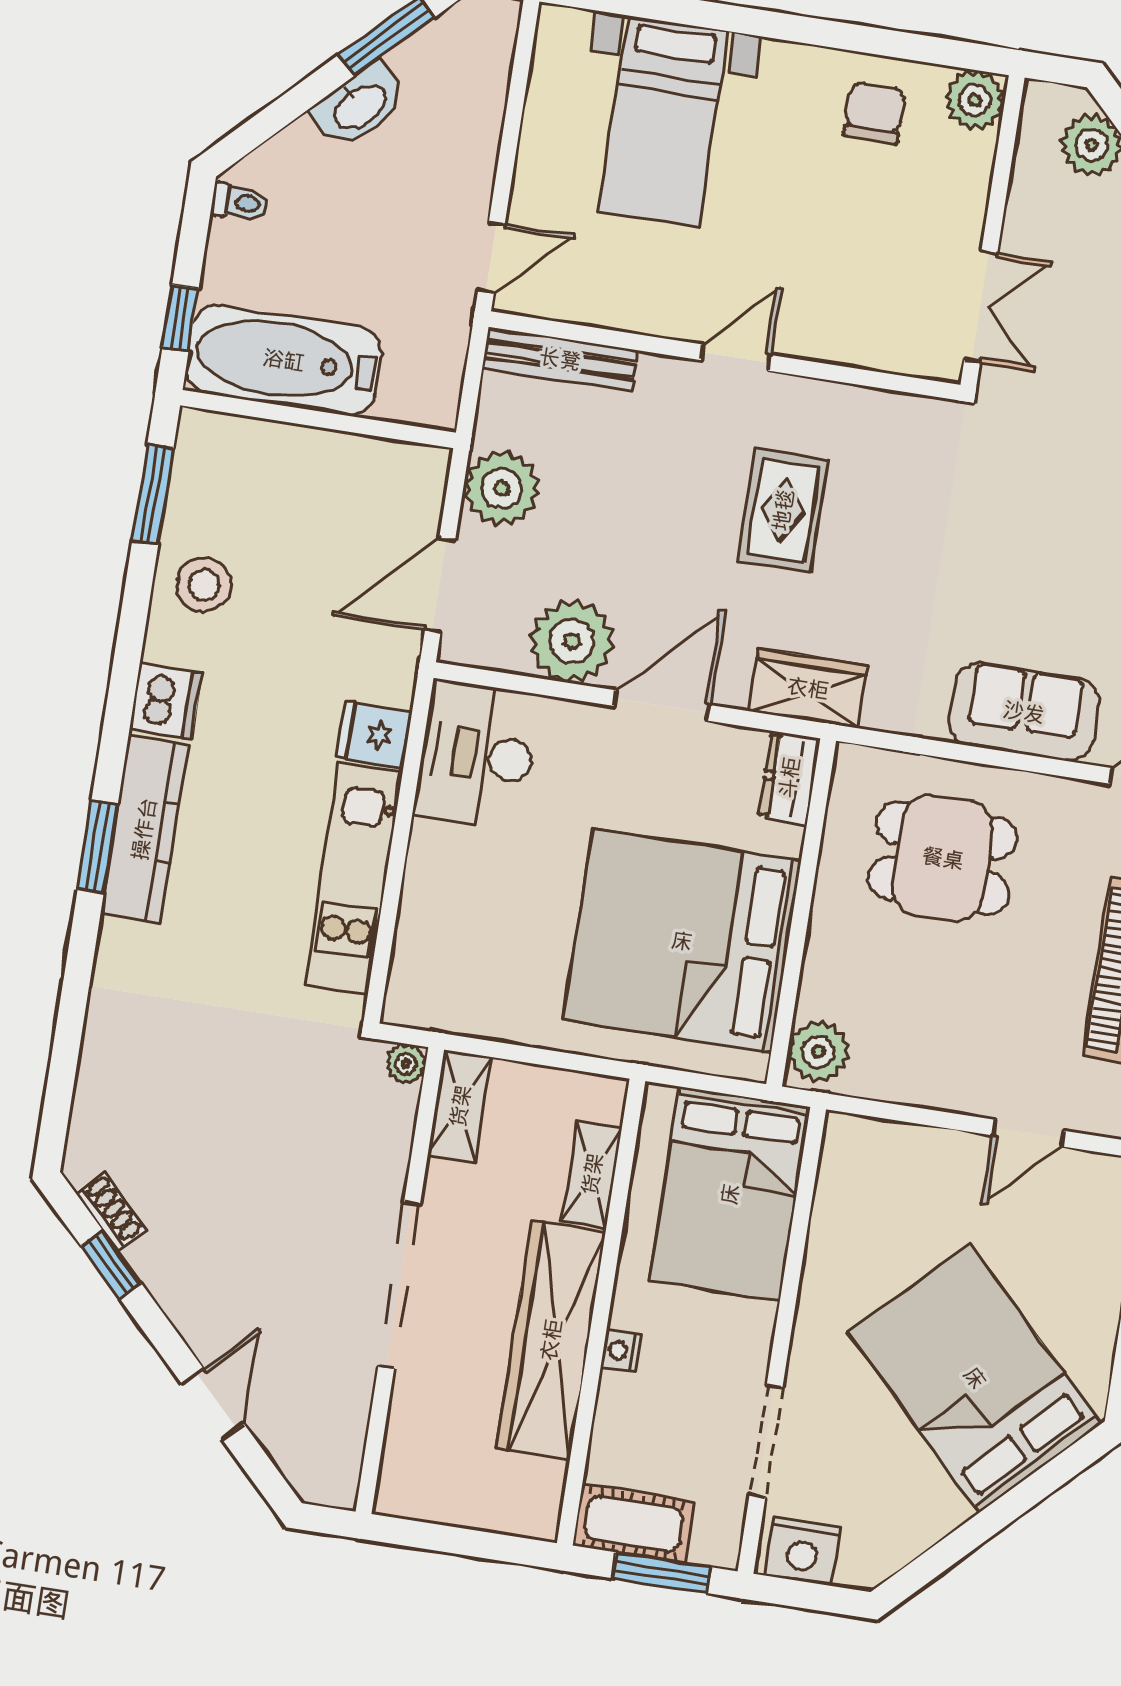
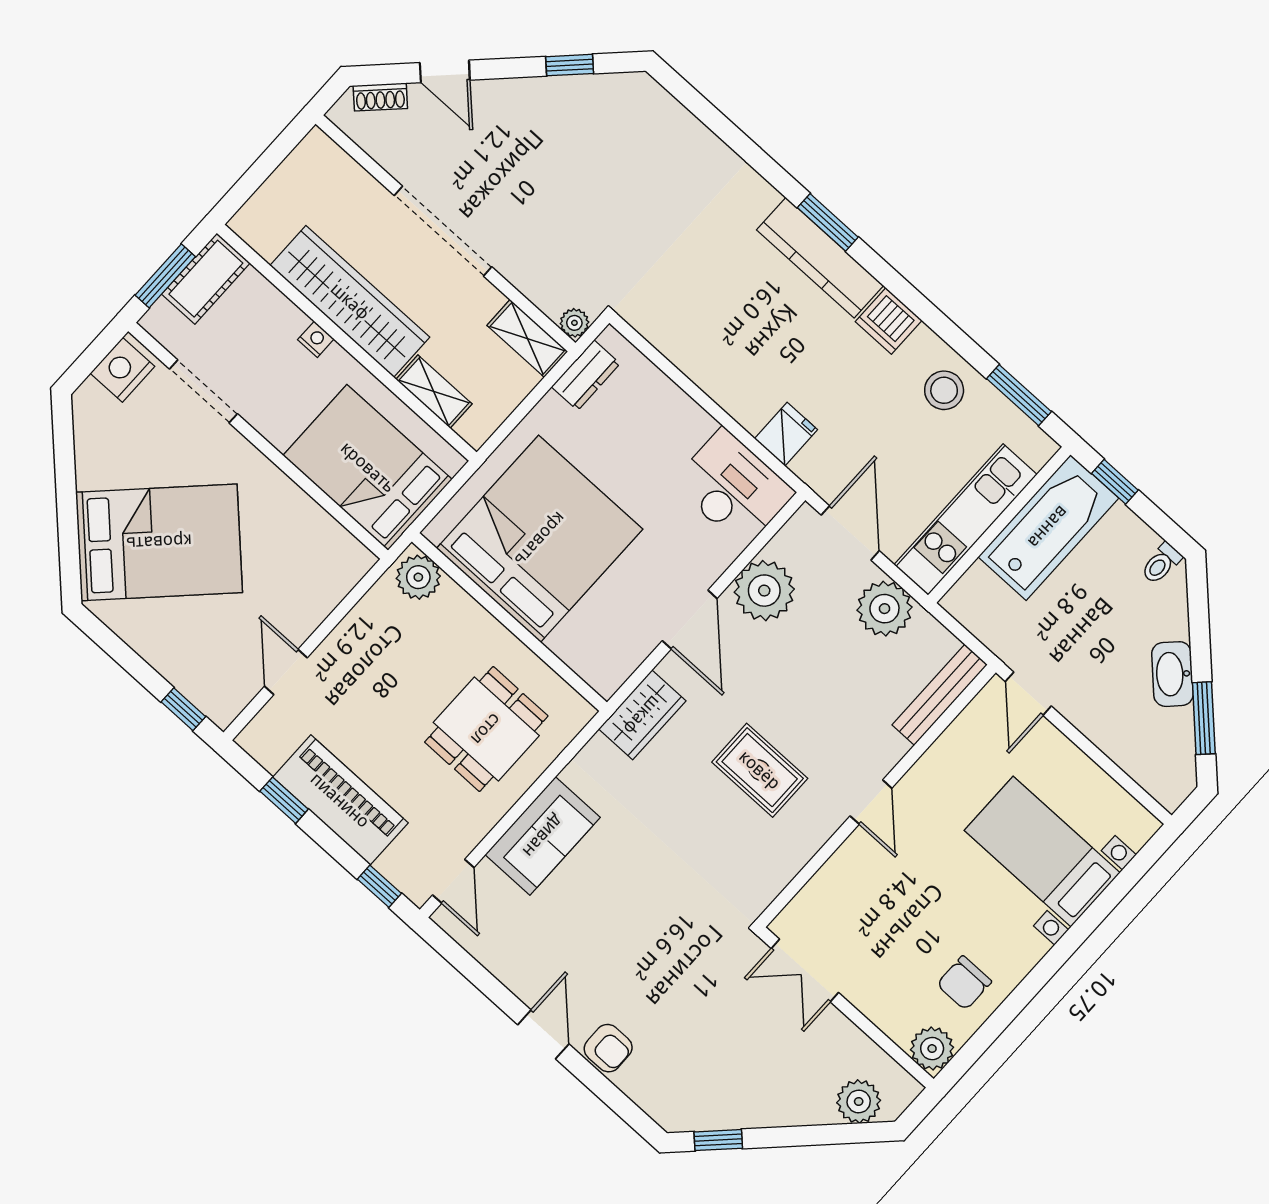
chair: (875, 113) -> (964, 983), turned 90
dresser: (789, 778) -> (586, 375), moved, turned 90
kitchen unit: (354, 878) -> (965, 519), moved, turned -90
shoe rack: (111, 1211) -> (380, 97), moved

